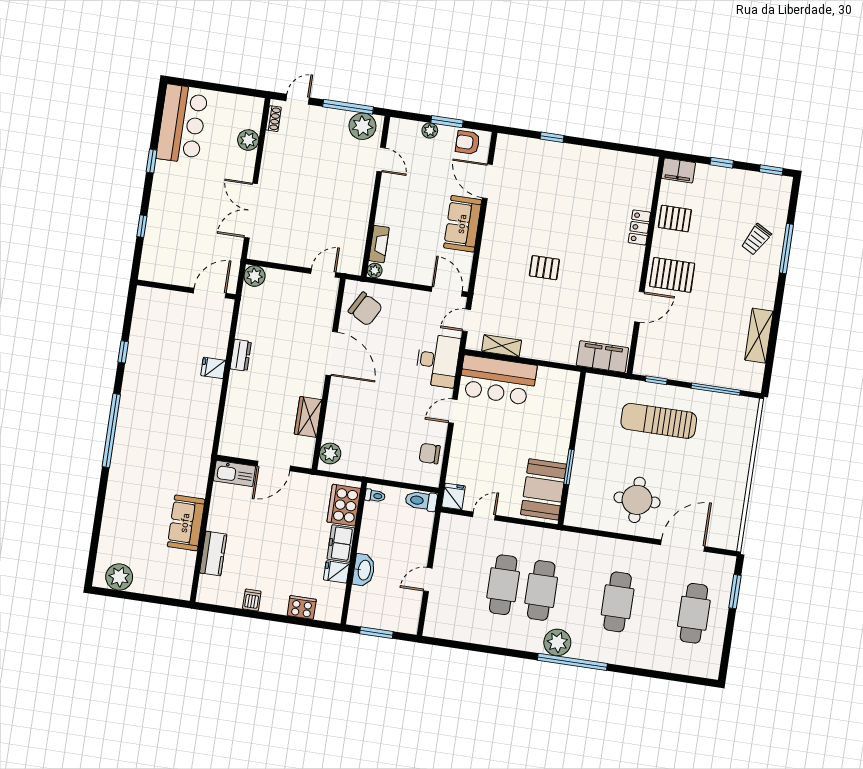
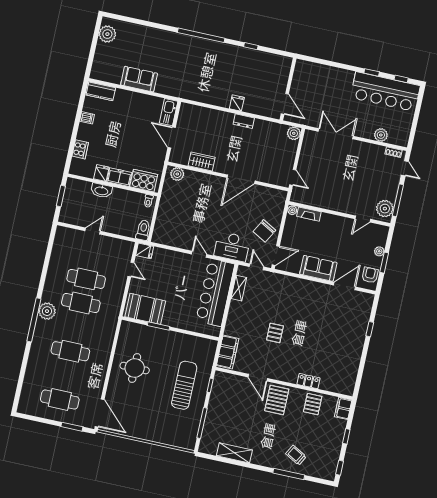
bar counter: (182, 124) -> (385, 92), width x1.36
window: (142, 226) -> (401, 79), moved
pallet: (544, 268) -> (275, 333), moved
chair: (365, 309) -> (264, 231), moved
bar counter: (498, 380) -> (215, 293), width x1.36
chair: (430, 454) -> (173, 238), removed
door: (683, 546) -> (100, 413), moved
kitchen counter: (213, 554) -> (101, 91), moved
door: (428, 580) -> (93, 231), hinge flipped

